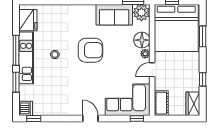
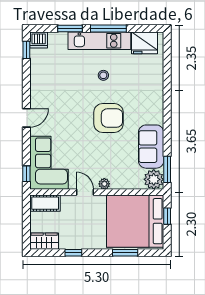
floor lamp: (142, 40) -> (121, 180), removed
armchair: (90, 50) -> (108, 118), turned -90

